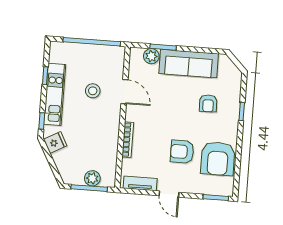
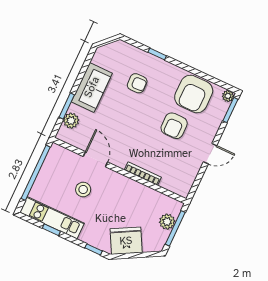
sofa: (189, 64) -> (92, 87), width x0.73
door: (125, 92) -> (95, 159), hinge flipped
kitchen unit: (55, 94) -> (52, 218), moved
fridge: (55, 142) -> (126, 241), width x1.88, depth x1.34
armchair: (218, 159) -> (194, 94), turned 90
tv unit: (140, 183) -> (189, 178), removed
plant: (228, 191) -> (228, 96), added

